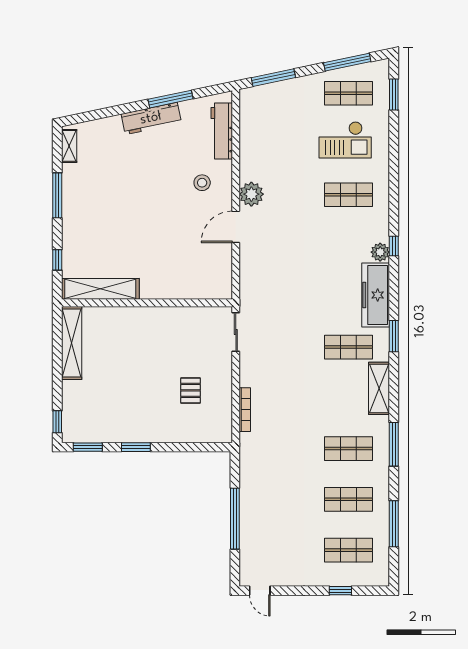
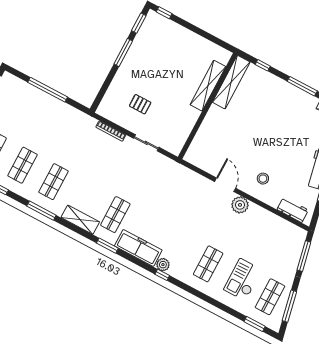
workbench: (222, 131) -> (293, 210), width x0.73
sliding door: (236, 332) -> (146, 143), moved
shelving: (72, 343) -> (208, 86), moved, turned 90
window: (136, 447) -> (123, 52), width x1.44

